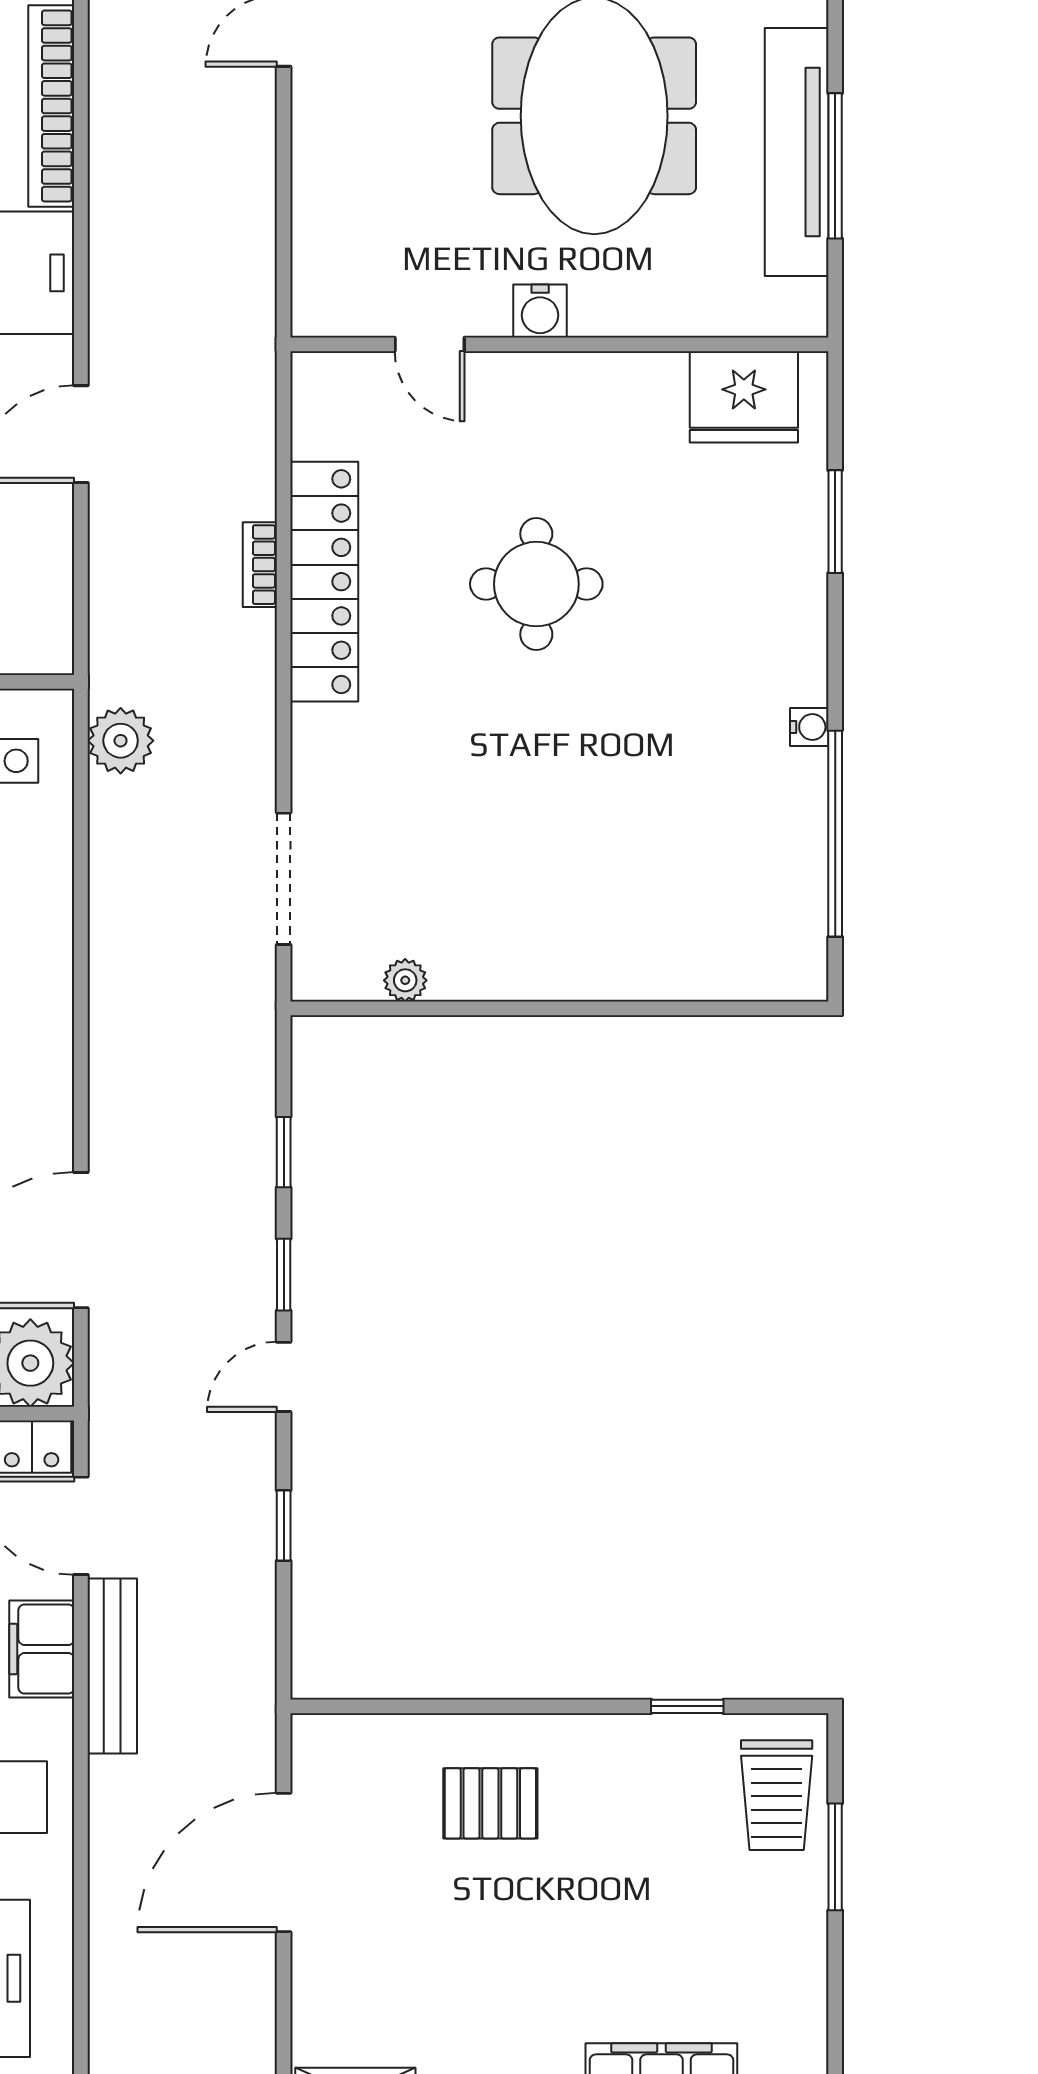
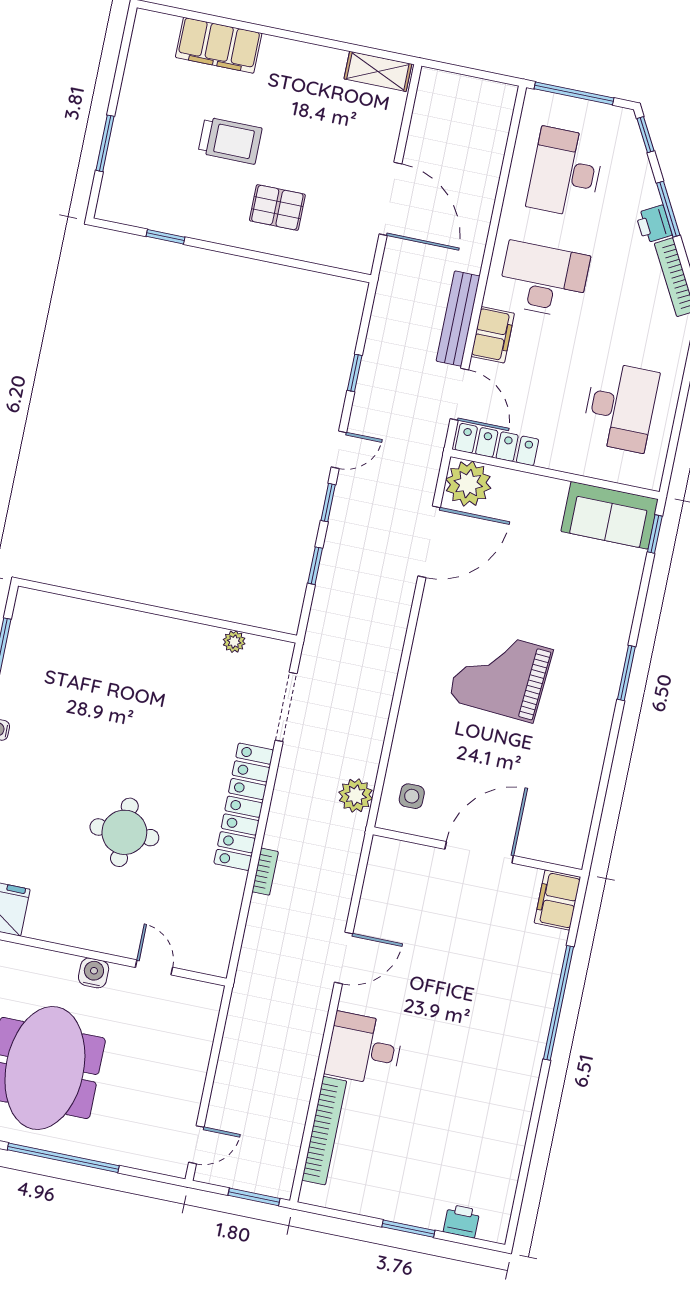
locker: (324, 582) -> (244, 807), moved
trolley: (777, 1795) -> (230, 141), moved, turned 90
door: (284, 1863) -> (390, 199), hinge flipped

